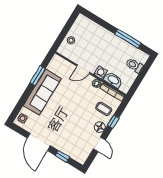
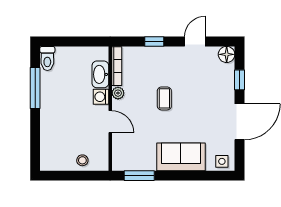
toilet: (134, 65) -> (47, 58), moved
window: (38, 76) -> (139, 176), moved
sofa: (42, 92) -> (181, 157), width x0.73
coffee table: (104, 109) -> (164, 98), moved
floor lamp: (100, 127) -> (227, 54), moved

